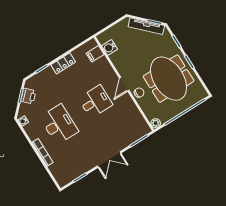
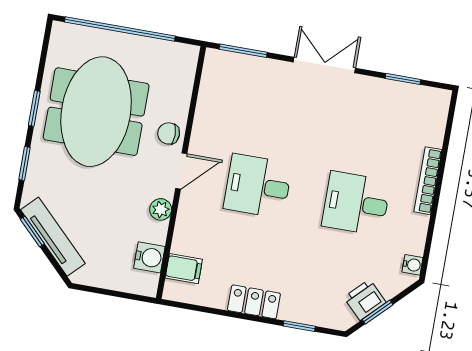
plant: (156, 123) -> (161, 209), moved
desk: (59, 124) -> (356, 203), width x0.73

